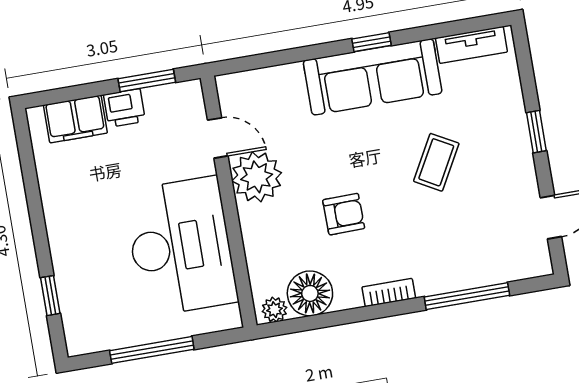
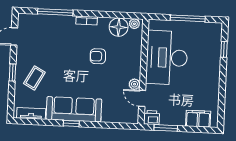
printer: (124, 108) -> (152, 118), moved
coffee table: (436, 162) -> (34, 78), moved
plant: (257, 177) -> (134, 84), width x0.53, depth x0.53

